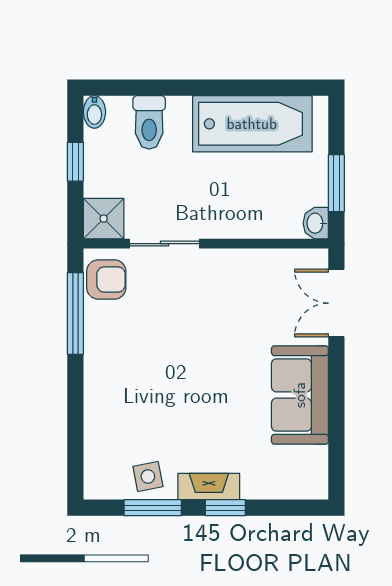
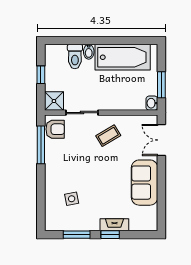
bidet: (94, 112) -> (89, 52), moved
coffee table: (221, 294) -> (108, 136), added
side table: (148, 476) -> (72, 199), moved
fireplace: (209, 487) -> (114, 225), moved

